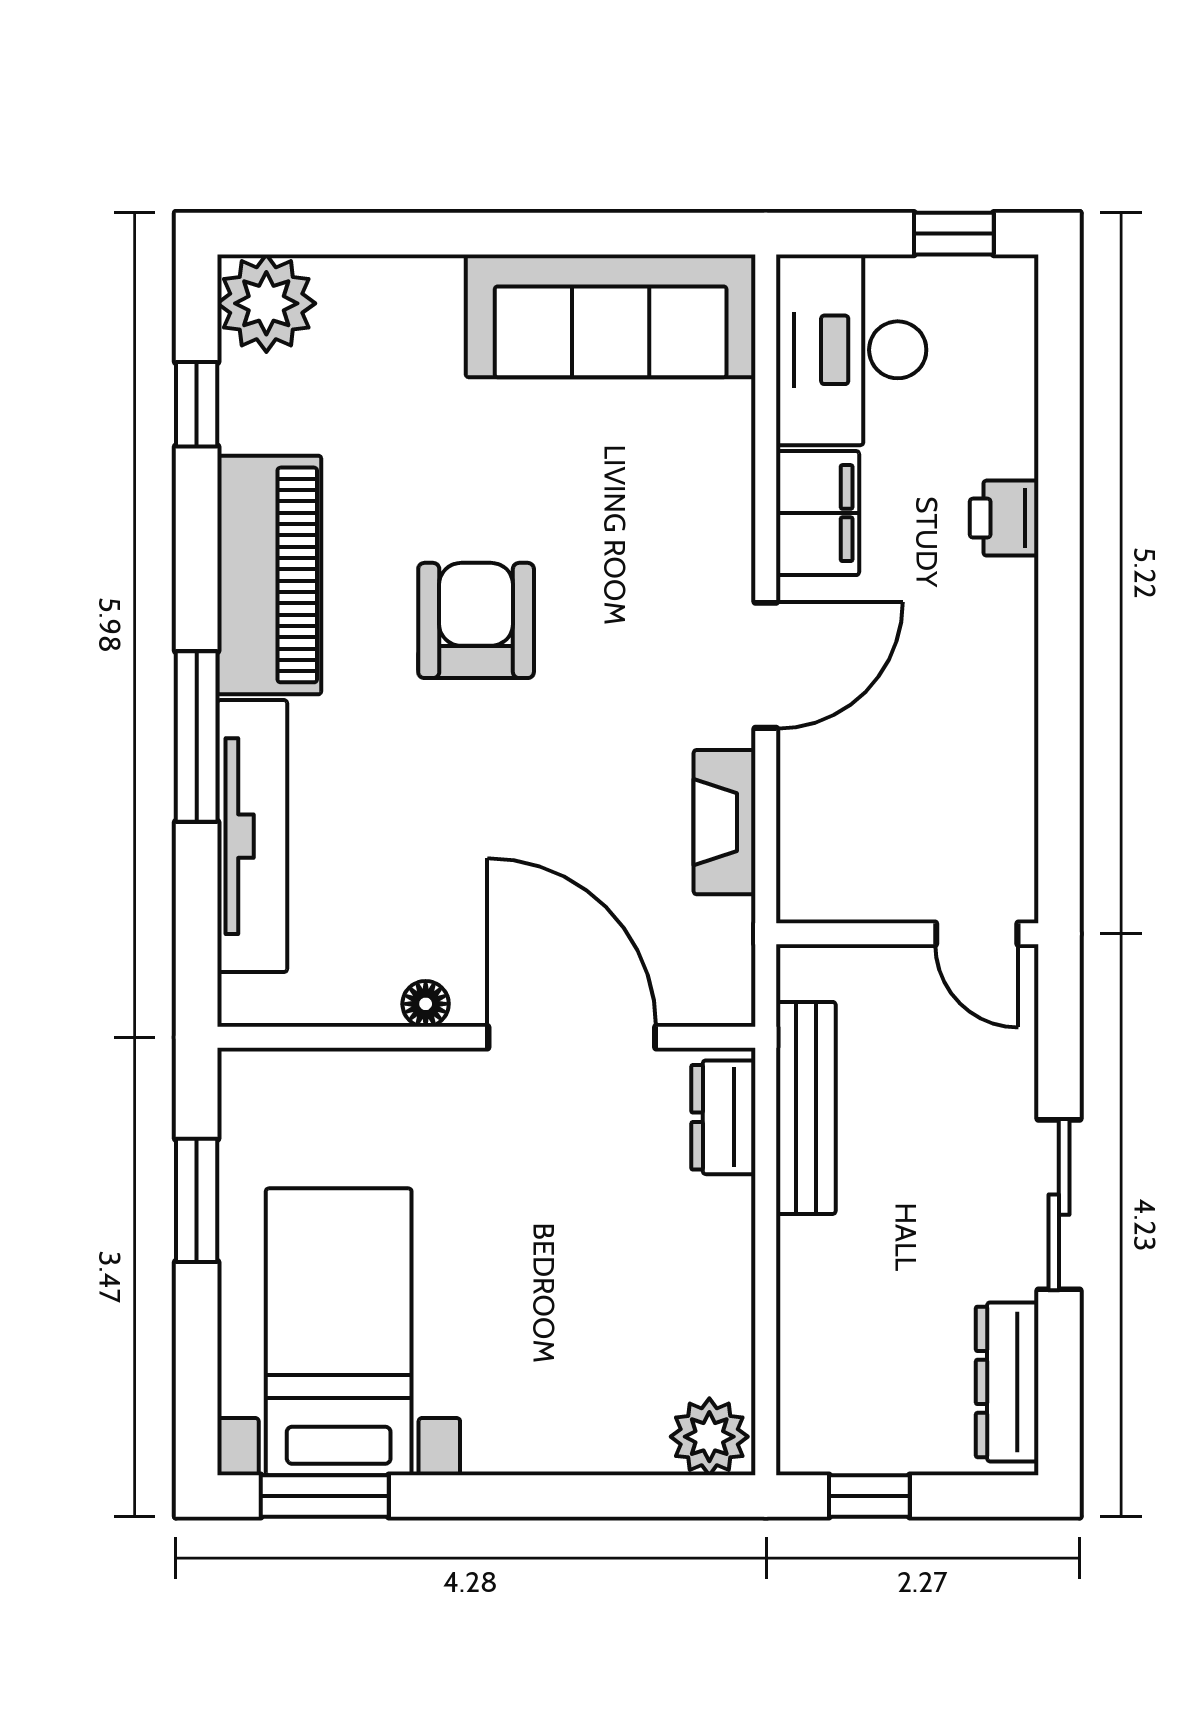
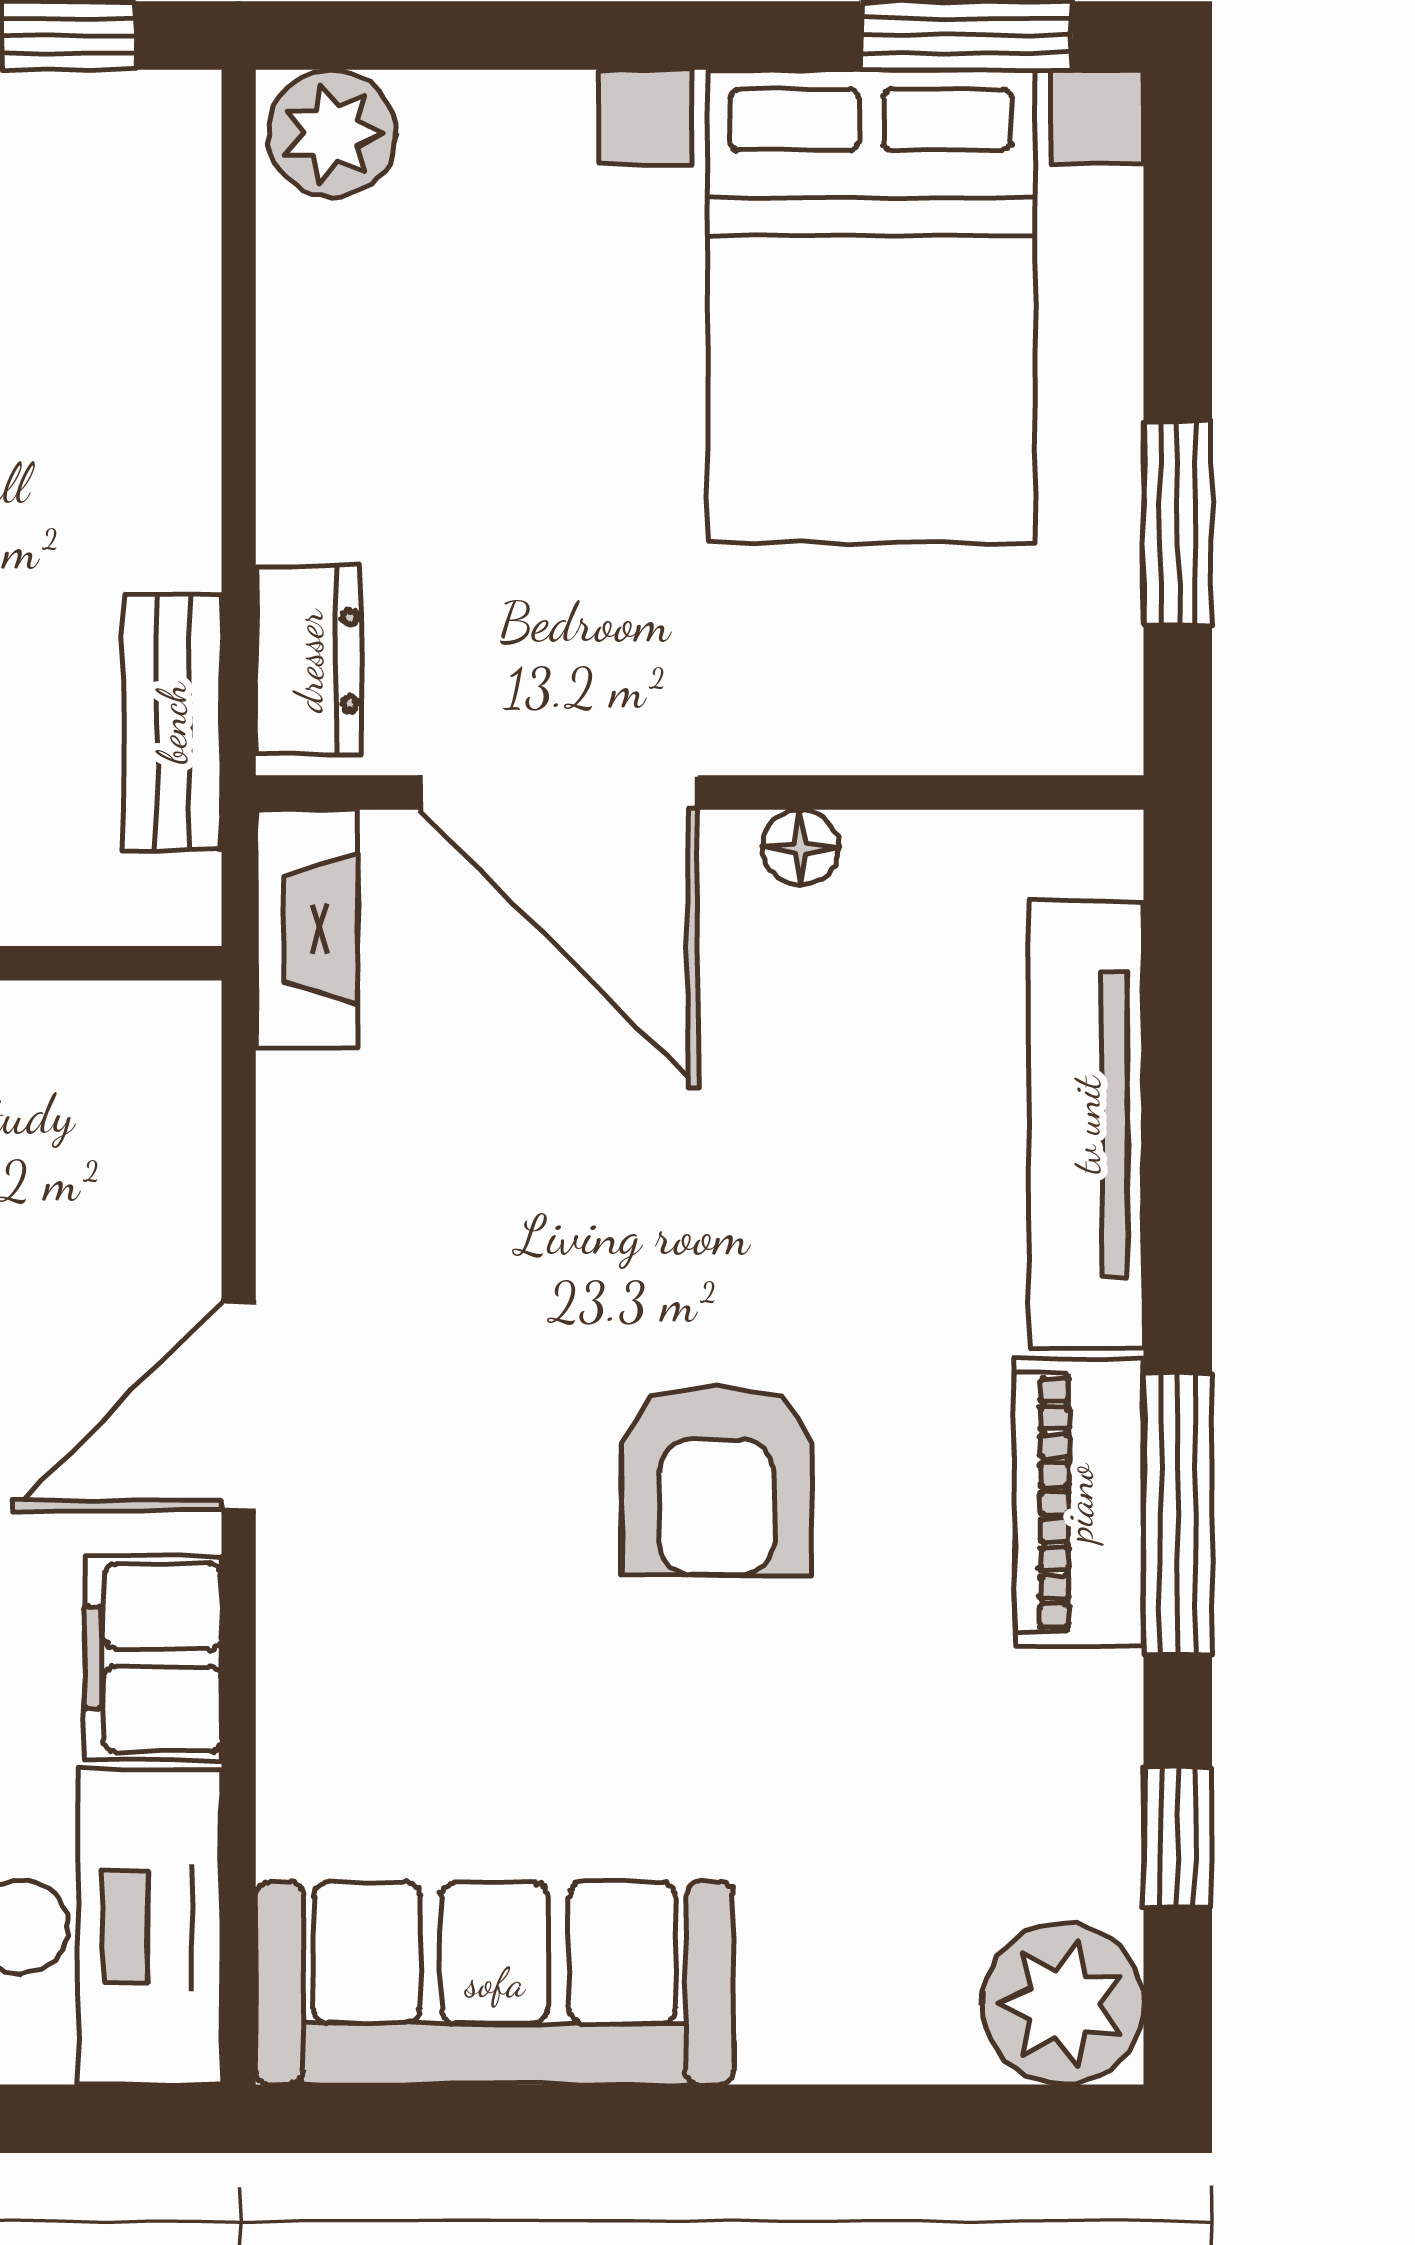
piano: (269, 575) -> (1079, 1503), width x0.73, depth x0.75
window: (197, 737) -> (1178, 1514), moved
fireplace: (725, 822) -> (307, 929), moved
bench: (806, 1108) -> (172, 723), width x0.73
bed with nightstands: (339, 1332) -> (871, 307), width x1.36

